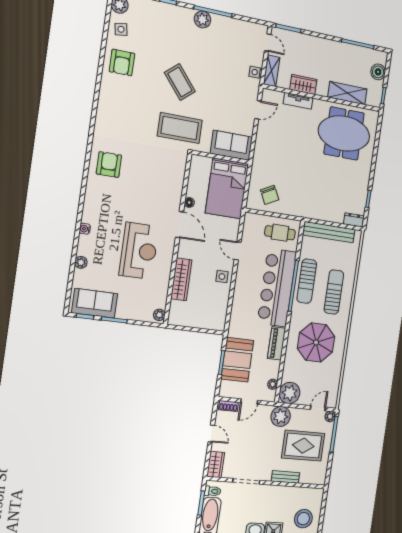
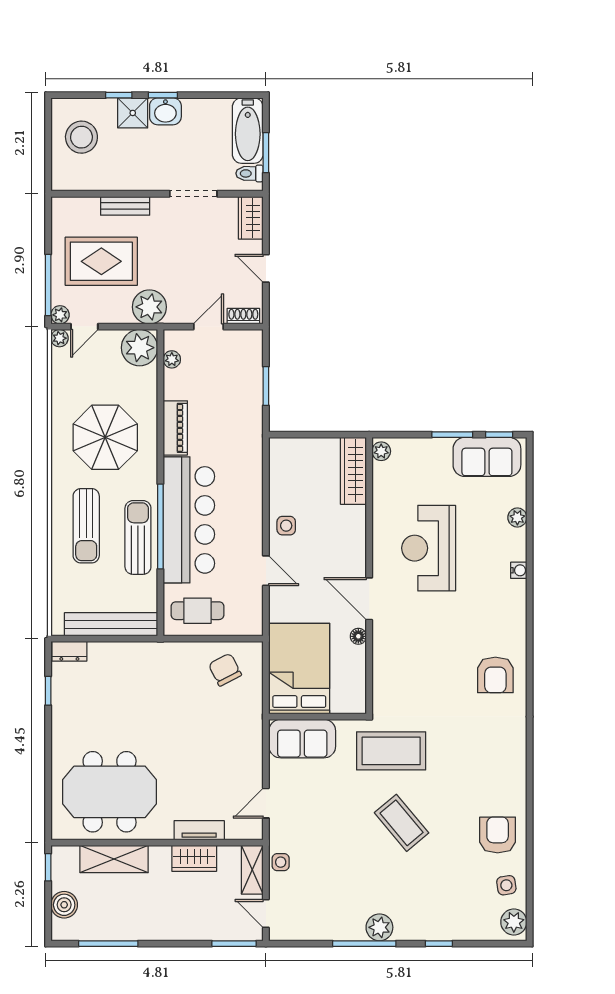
wardrobe: (181, 279) -> (353, 471), moved
booth: (237, 360) -> (240, 394), removed
plant: (332, 403) -> (59, 338), added

